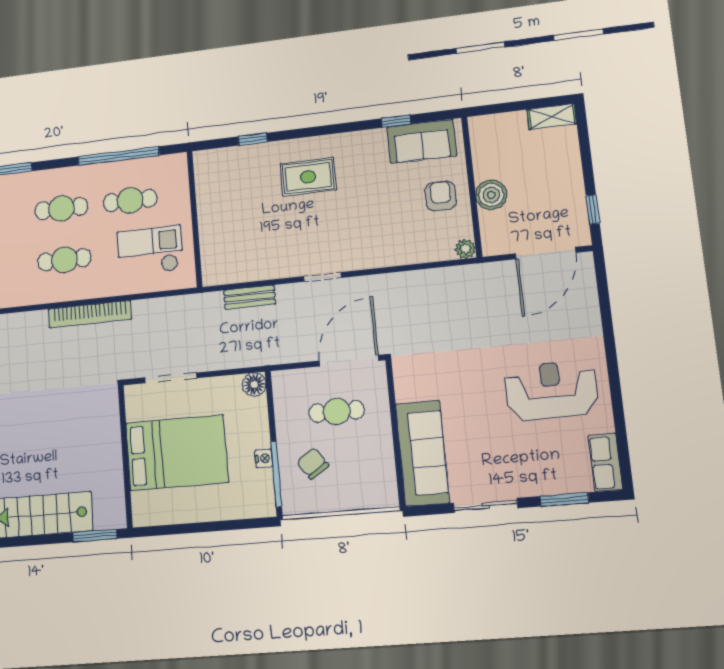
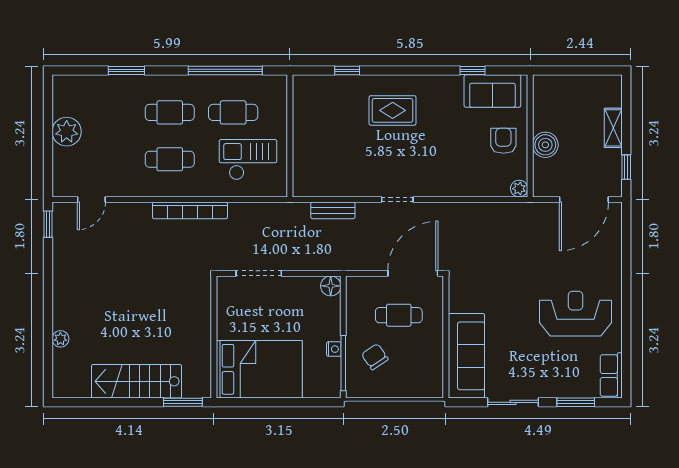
shelving: (552, 117) -> (613, 128), moved, turned 90
bed: (177, 453) -> (259, 369), moved

